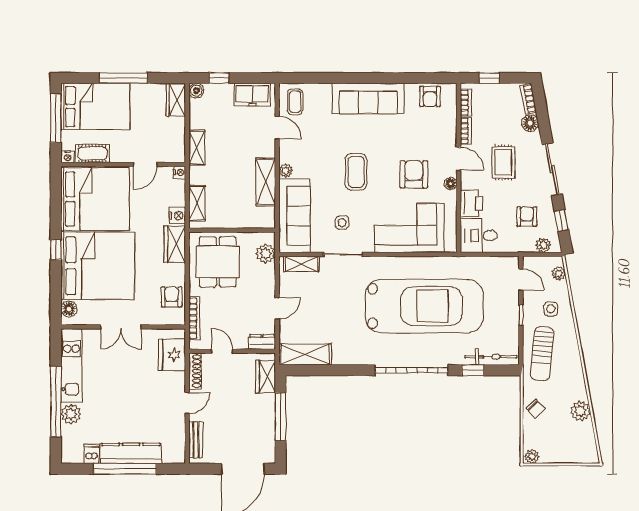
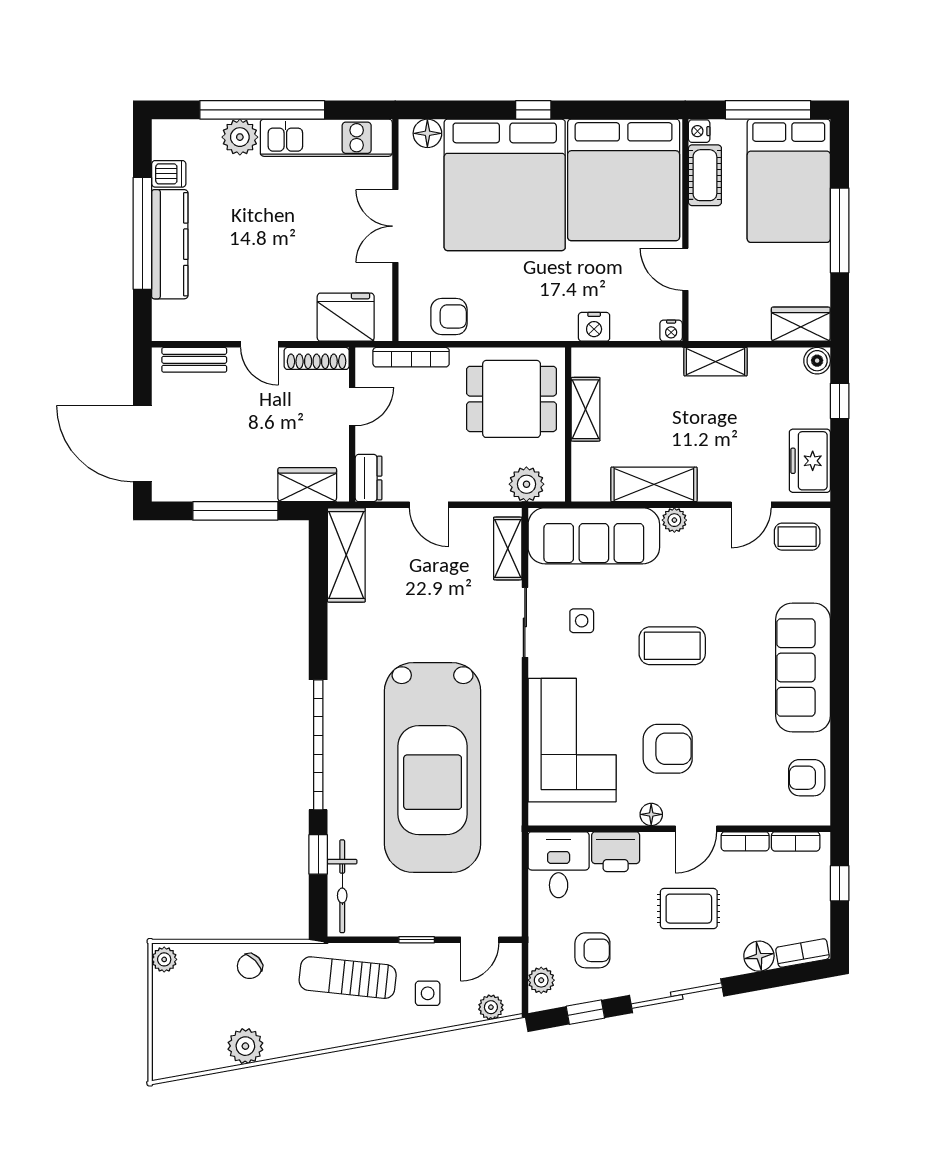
shelving: (197, 203) -> (586, 409), moved, turned 90
wardrobe: (175, 244) -> (543, 322), removed

